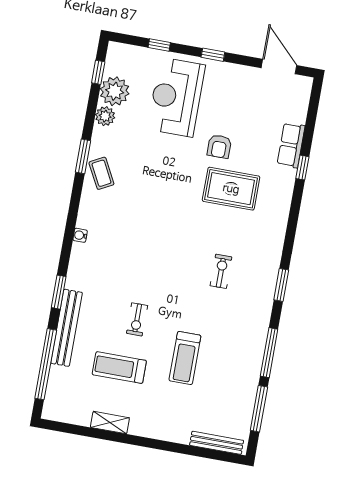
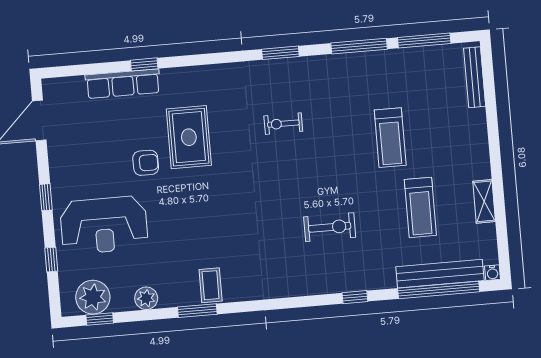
plant: (115, 91) -> (93, 297), moved
row of seats: (291, 145) -> (123, 84), width x1.48
coffee table: (101, 173) -> (211, 285), turned -62
water cooler: (80, 235) -> (492, 273), moved
window: (59, 292) -> (355, 297), width x0.67
exercise bike: (137, 319) -> (330, 227), moved, width x1.38, depth x1.39
bench: (67, 328) -> (440, 274), moved
treadmill: (185, 358) -> (390, 138), turned 90

